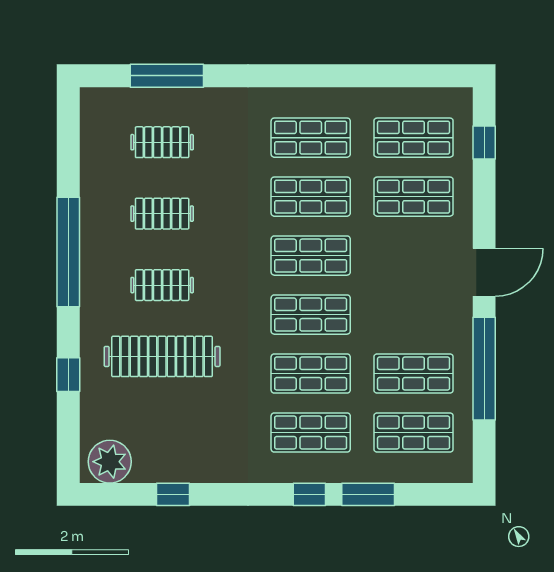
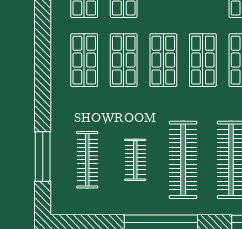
clothes rail: (162, 142) -> (87, 160), width x1.36
clothes rail: (162, 285) -> (183, 160), width x1.86, depth x1.31

